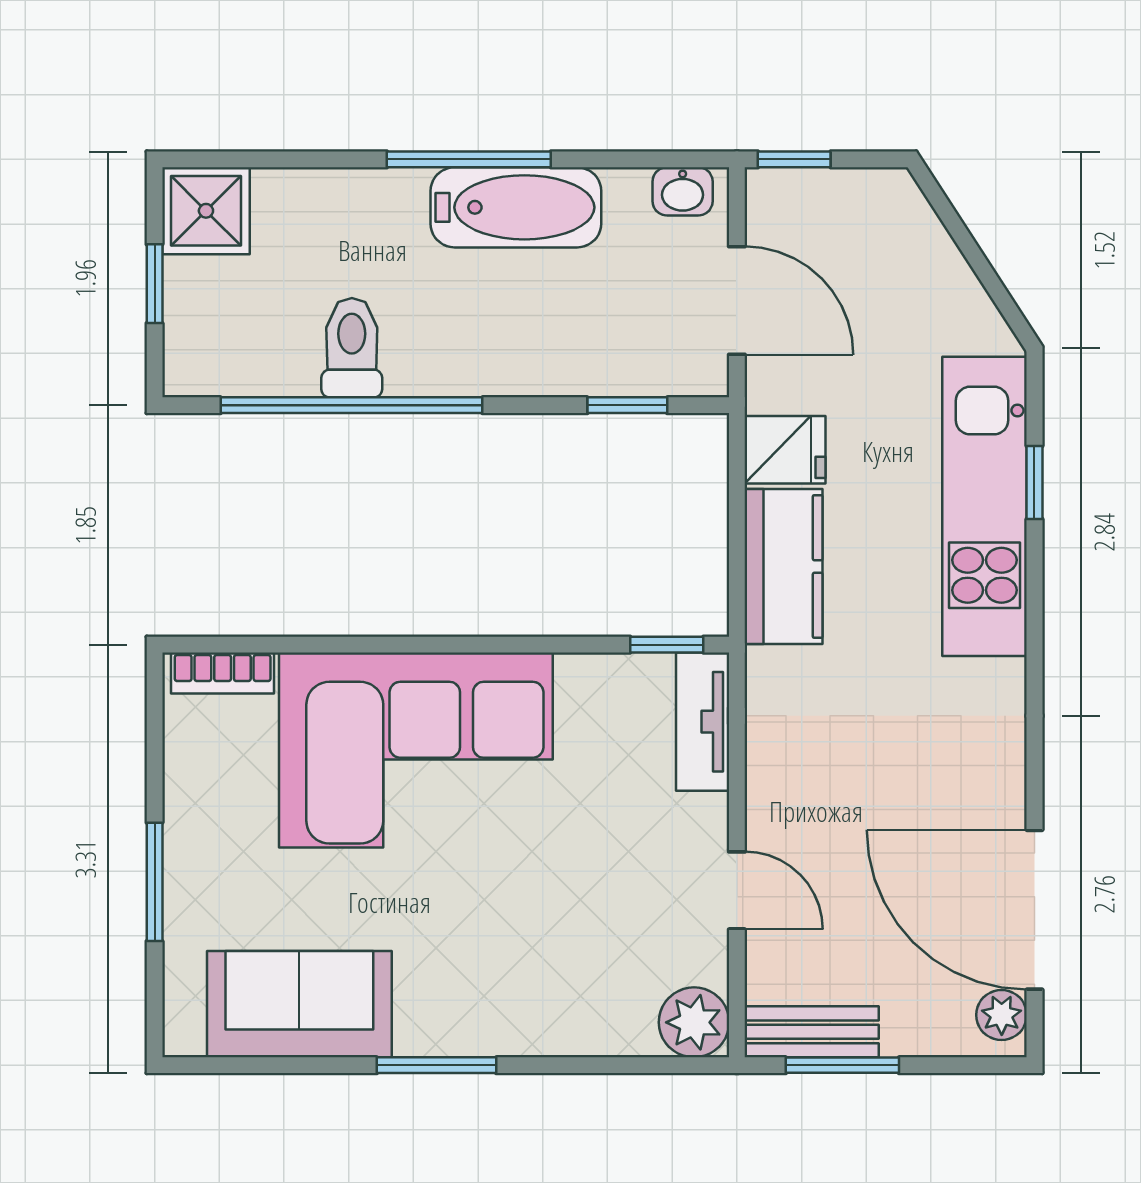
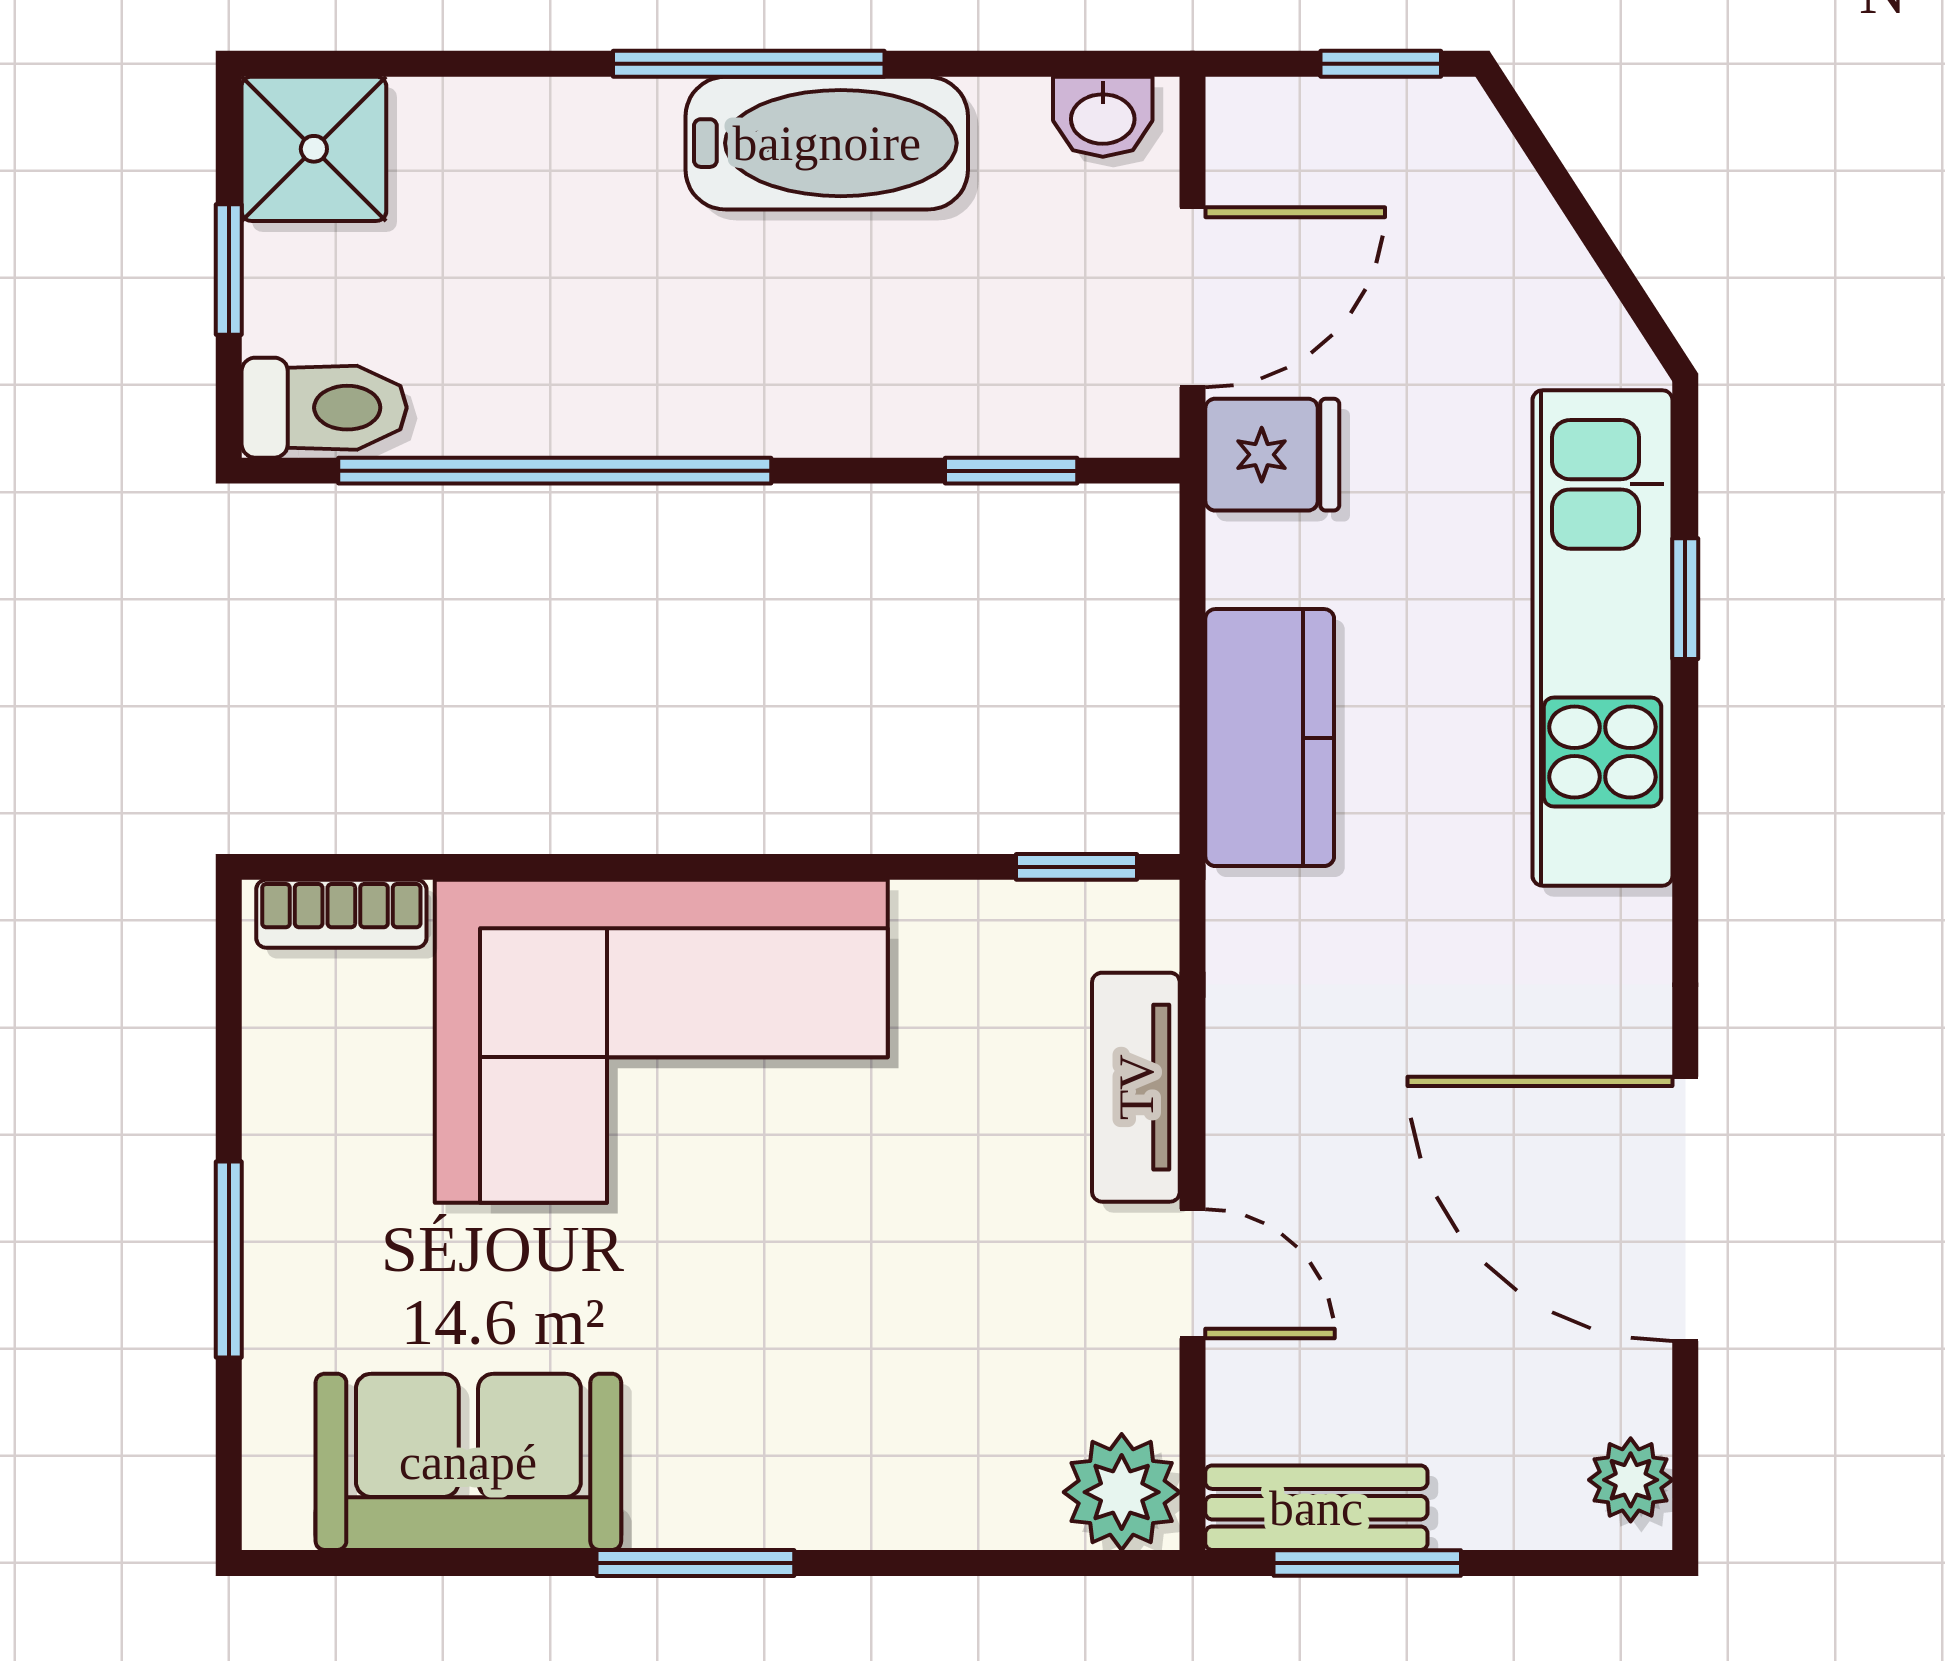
window: (794, 159) -> (1381, 64), moved
door: (737, 301) -> (1193, 297), hinge flipped
toilet: (352, 348) -> (324, 408), moved, turned 90
fridge: (785, 450) -> (1272, 455), moved
tv unit: (703, 722) -> (1136, 1087), moved
door: (1034, 910) -> (1685, 1209), moved

